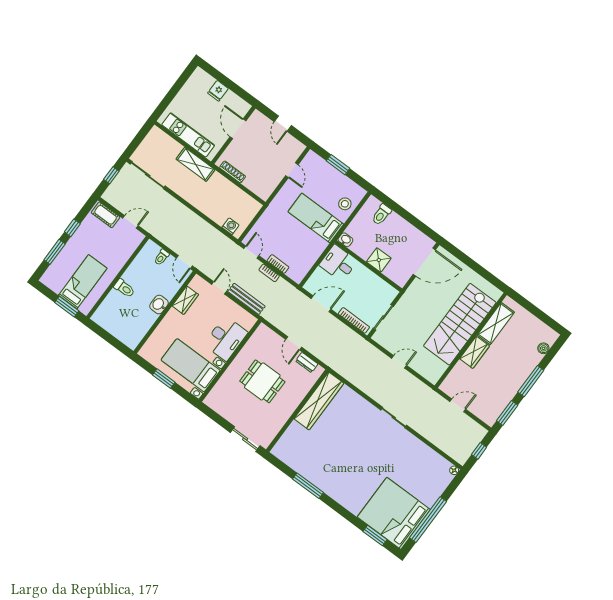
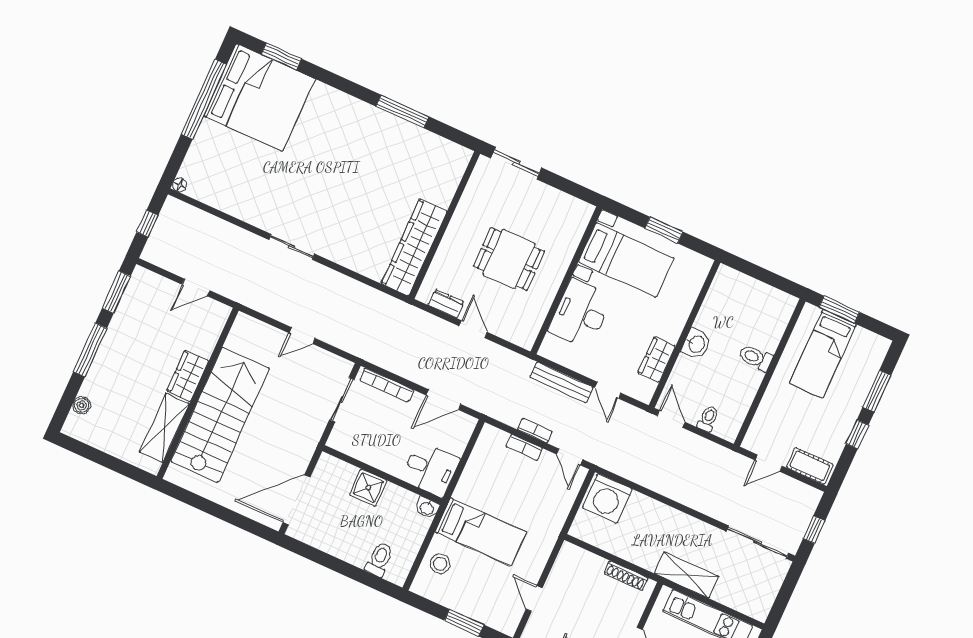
washing machine: (231, 226) -> (607, 498), width x1.89, depth x1.89

